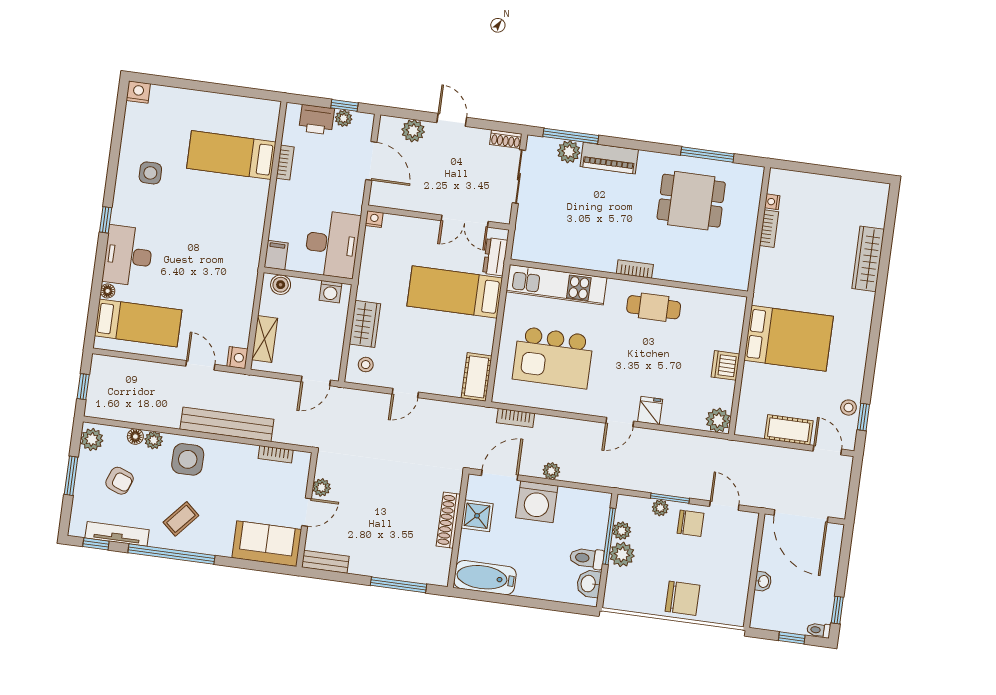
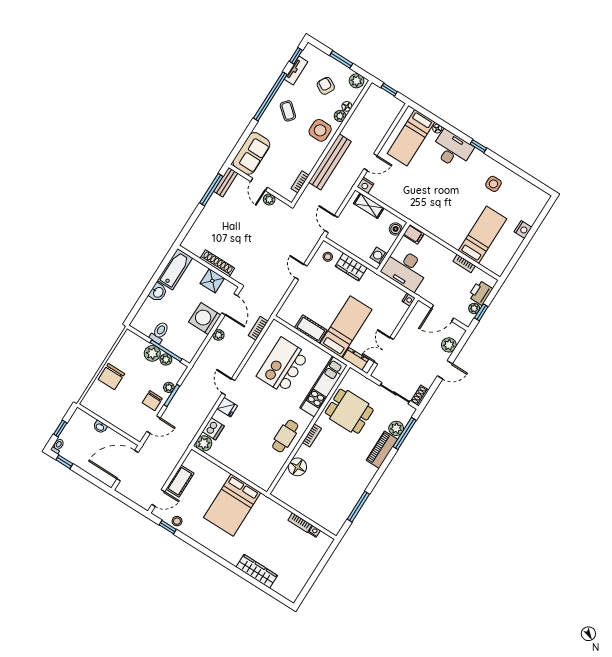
nightstand: (138, 92) -> (523, 229), moved
dining table: (691, 201) -> (349, 411), moved, turned 90
floor lamp: (690, 269) -> (297, 467), added
dishwasher: (725, 365) -> (213, 429), moved, turned 90
cot: (477, 377) -> (311, 329), moved
armchair: (120, 481) -> (326, 86), turned 98
tv unit: (117, 534) -> (296, 71), width x0.71
washbasin: (589, 584) -> (158, 292), moved, turned 90
window: (399, 585) -> (211, 190), moved

